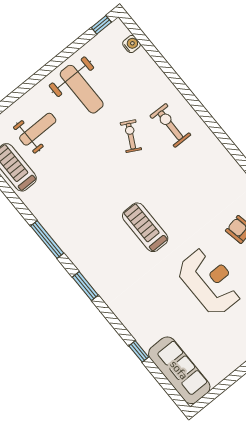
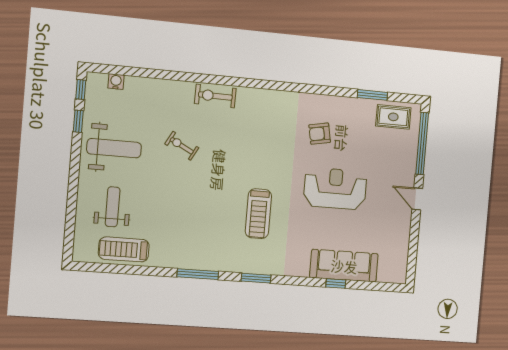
window: (77, 45) -> (78, 121), added
exercise bike: (170, 125) -> (215, 96), moved
treadmill: (145, 227) -> (258, 214), moved, turned -90
sofa: (179, 370) -> (344, 266), moved

